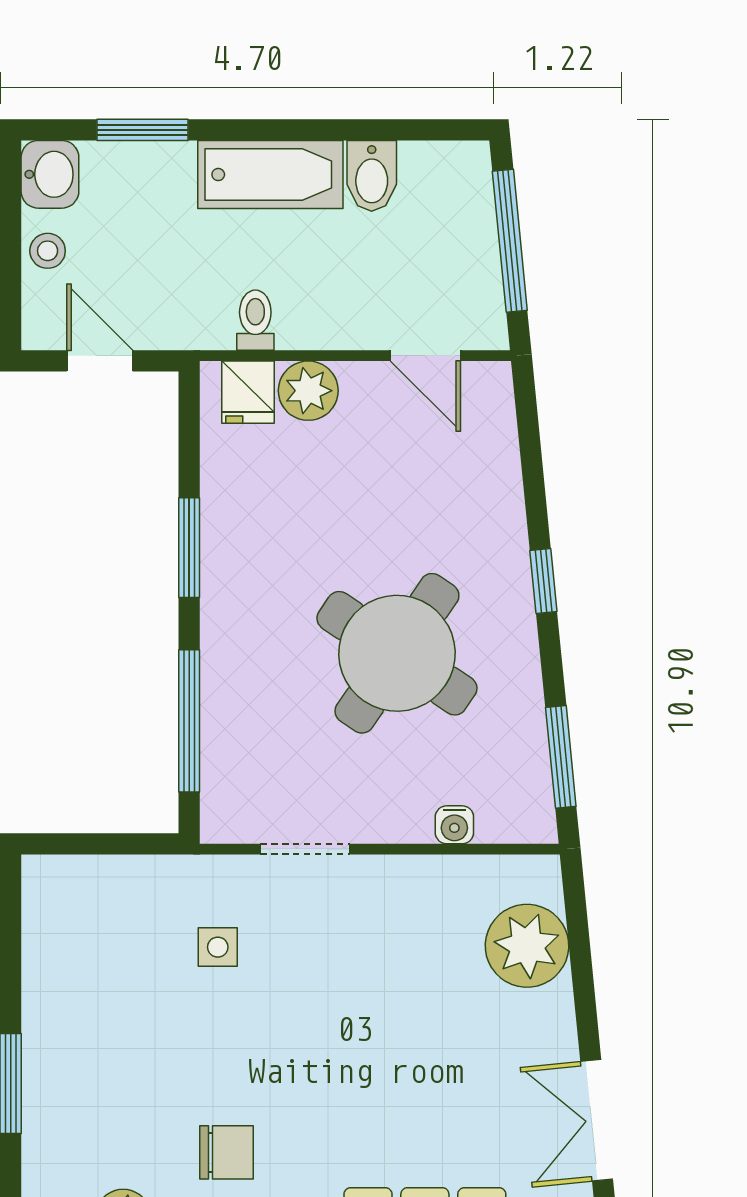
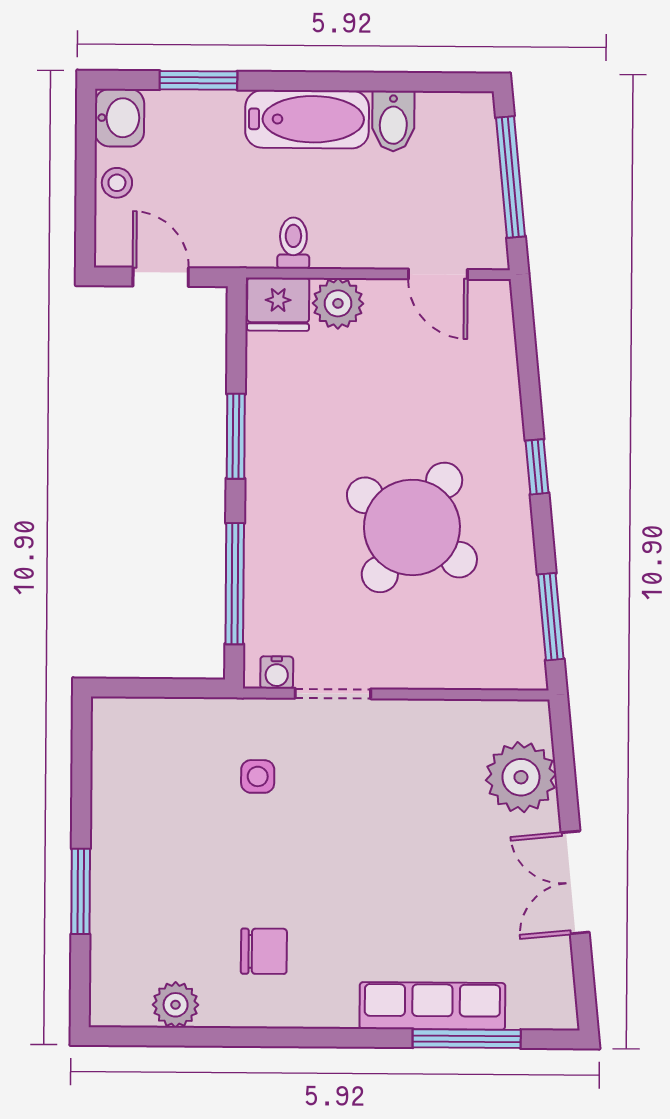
fridge: (248, 392) -> (278, 304), width x1.38
water cooler: (454, 825) -> (277, 673), moved
double door: (597, 1120) -> (575, 882), moved

